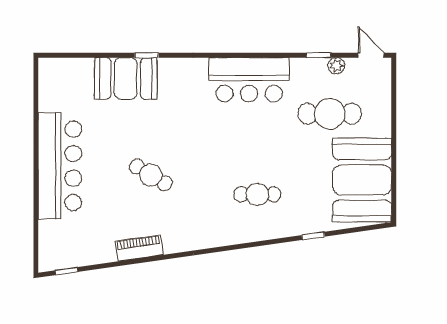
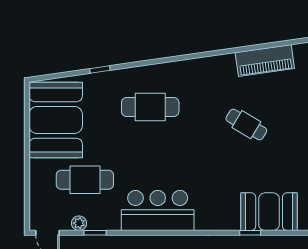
cafe table: (257, 194) -> (150, 107), width x1.37, depth x1.35
piano: (139, 248) -> (265, 60), width x1.37, depth x1.33

